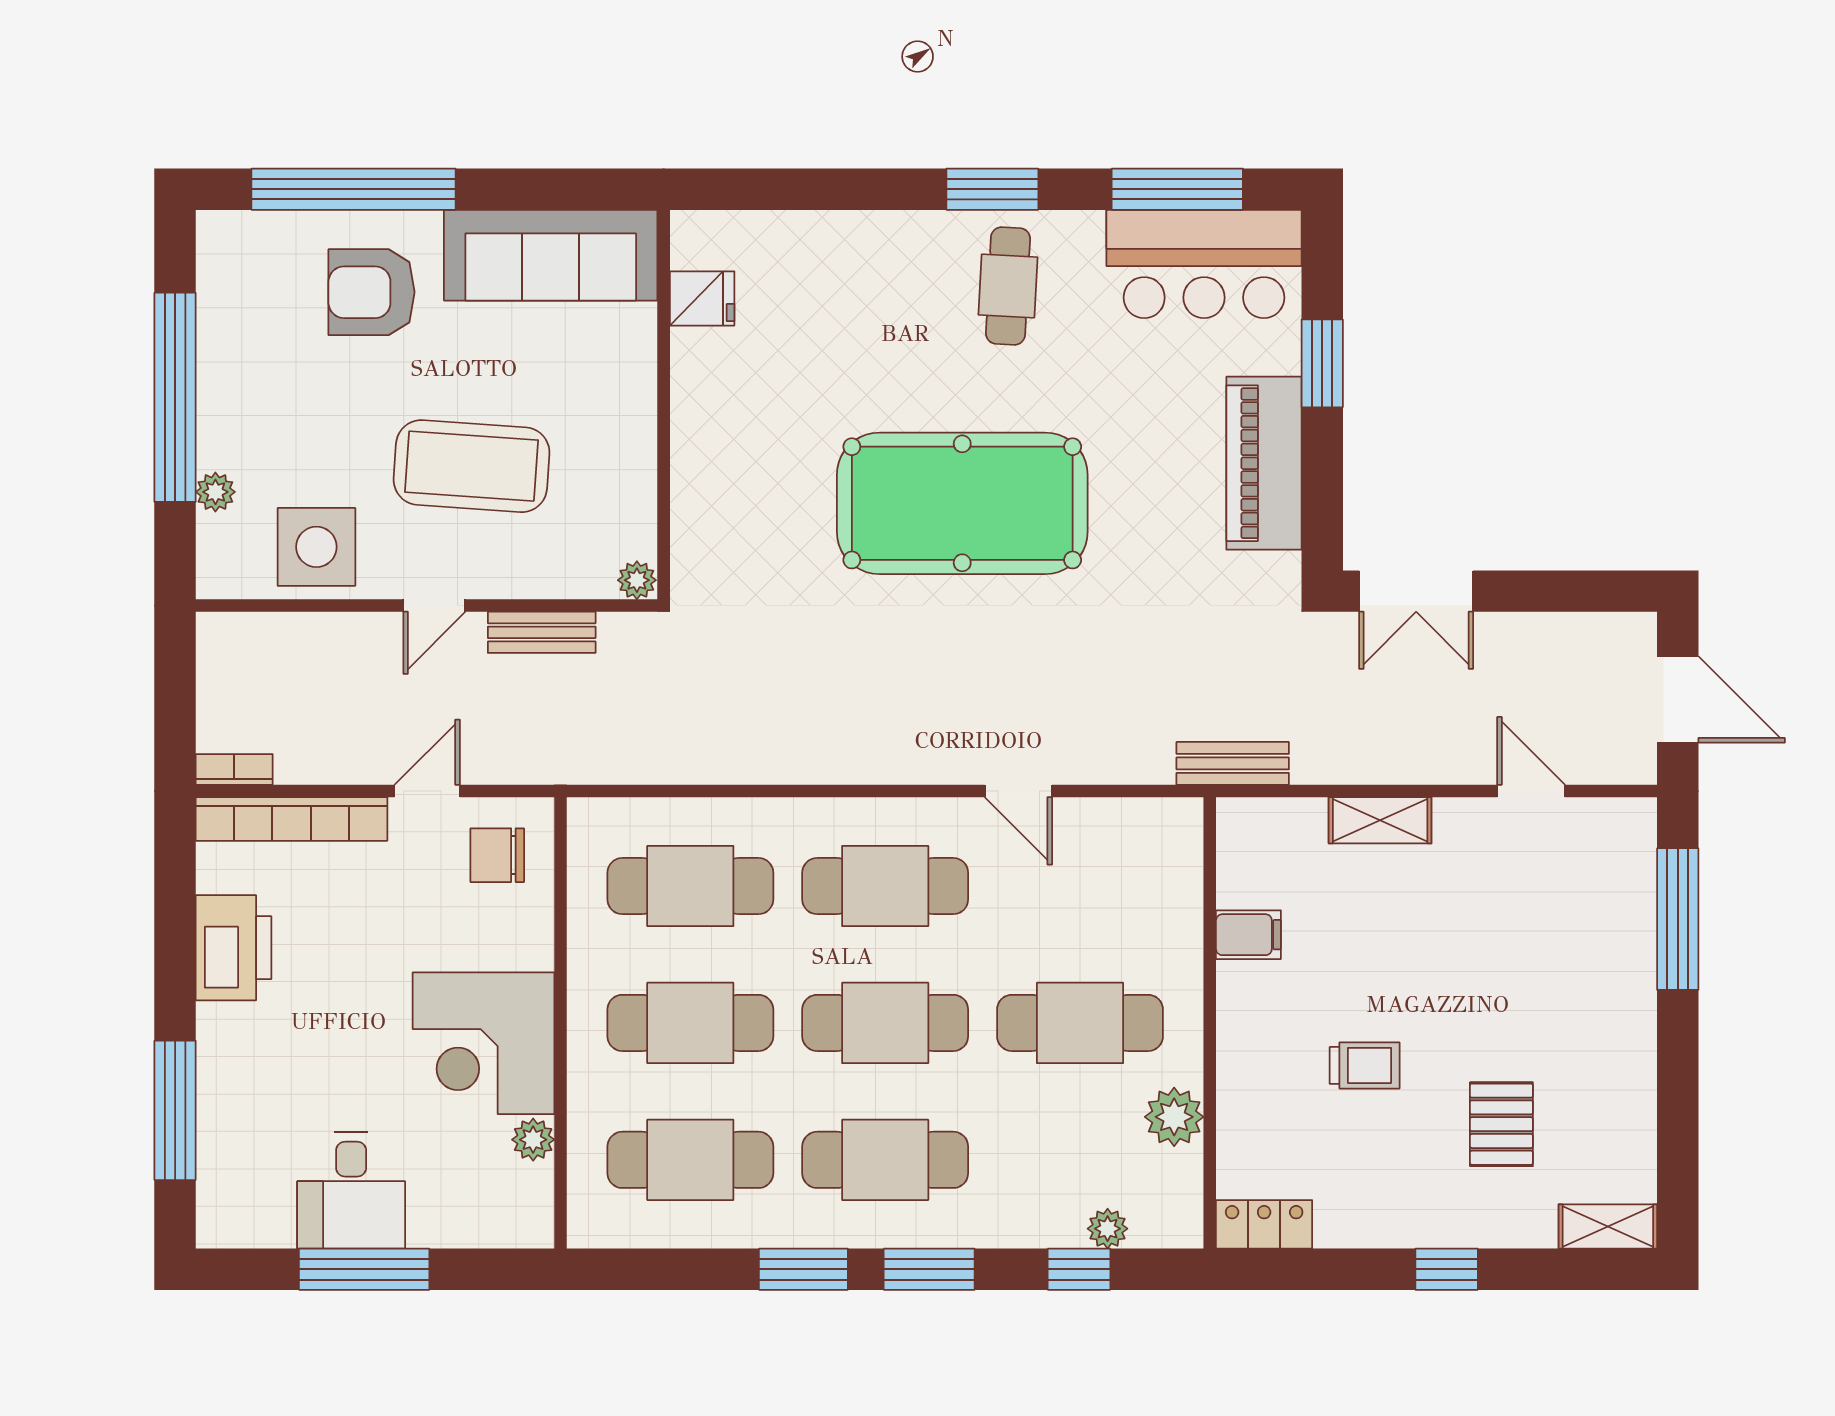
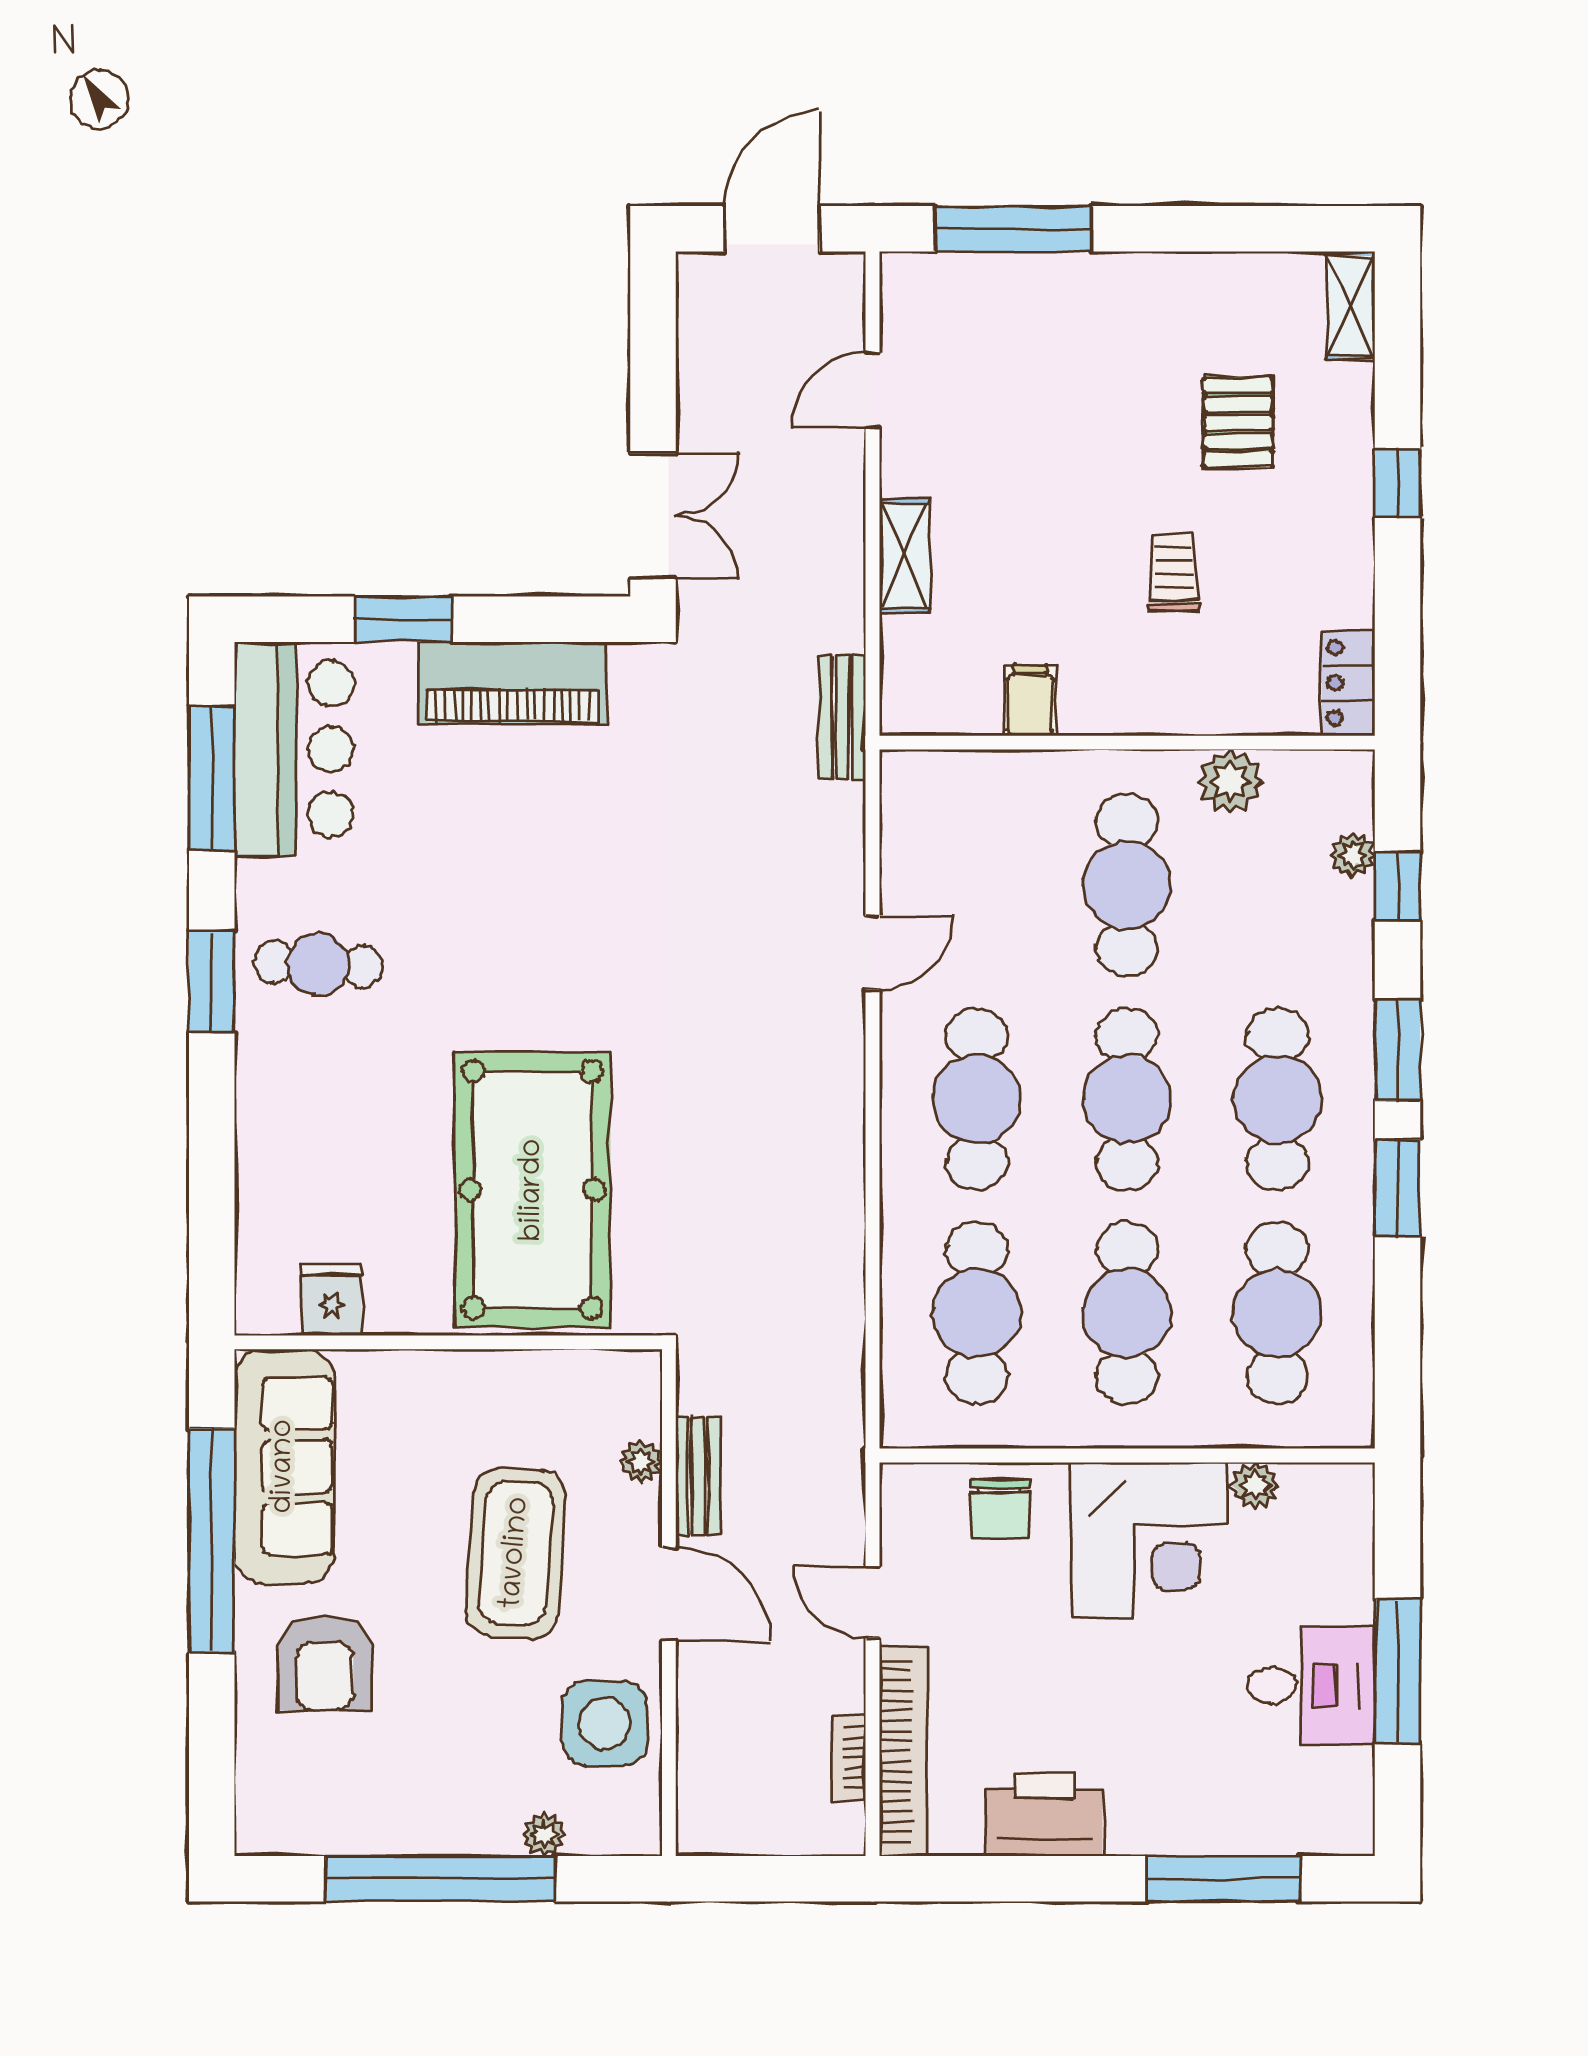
window: (353, 189) -> (212, 1541), moved
pool table: (962, 503) -> (533, 1190), moved
plant: (637, 580) -> (641, 1462), moved
door: (434, 606) -> (669, 1594), width x1.38
bookcase: (234, 769) -> (849, 1758), moved
chair: (497, 855) -> (1000, 1508), moved
pallet: (1501, 1124) -> (1238, 422), turned 90

